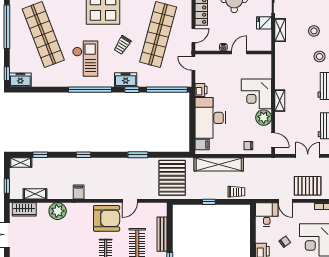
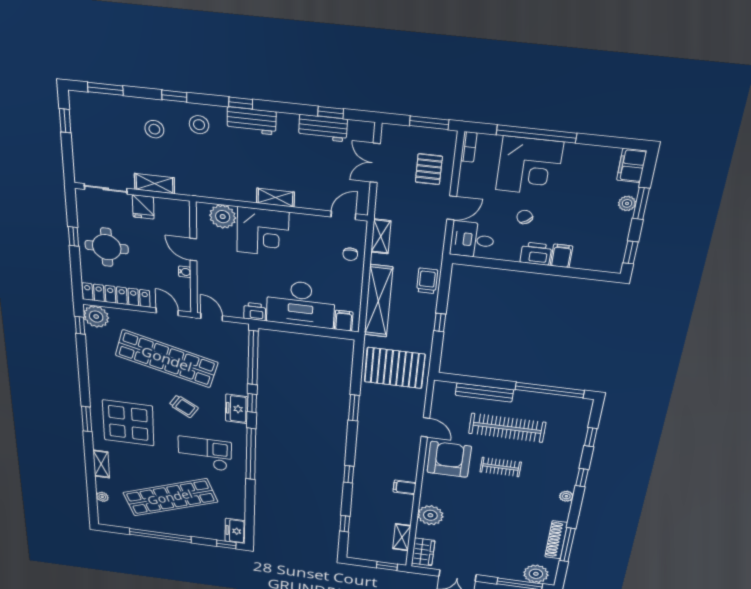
door: (193, 63) -> (212, 317), swing flipped
plant: (264, 118) -> (223, 217), moved
shelving: (21, 162) -> (381, 236), moved
pallet: (308, 186) -> (429, 169), width x0.67, depth x0.71

